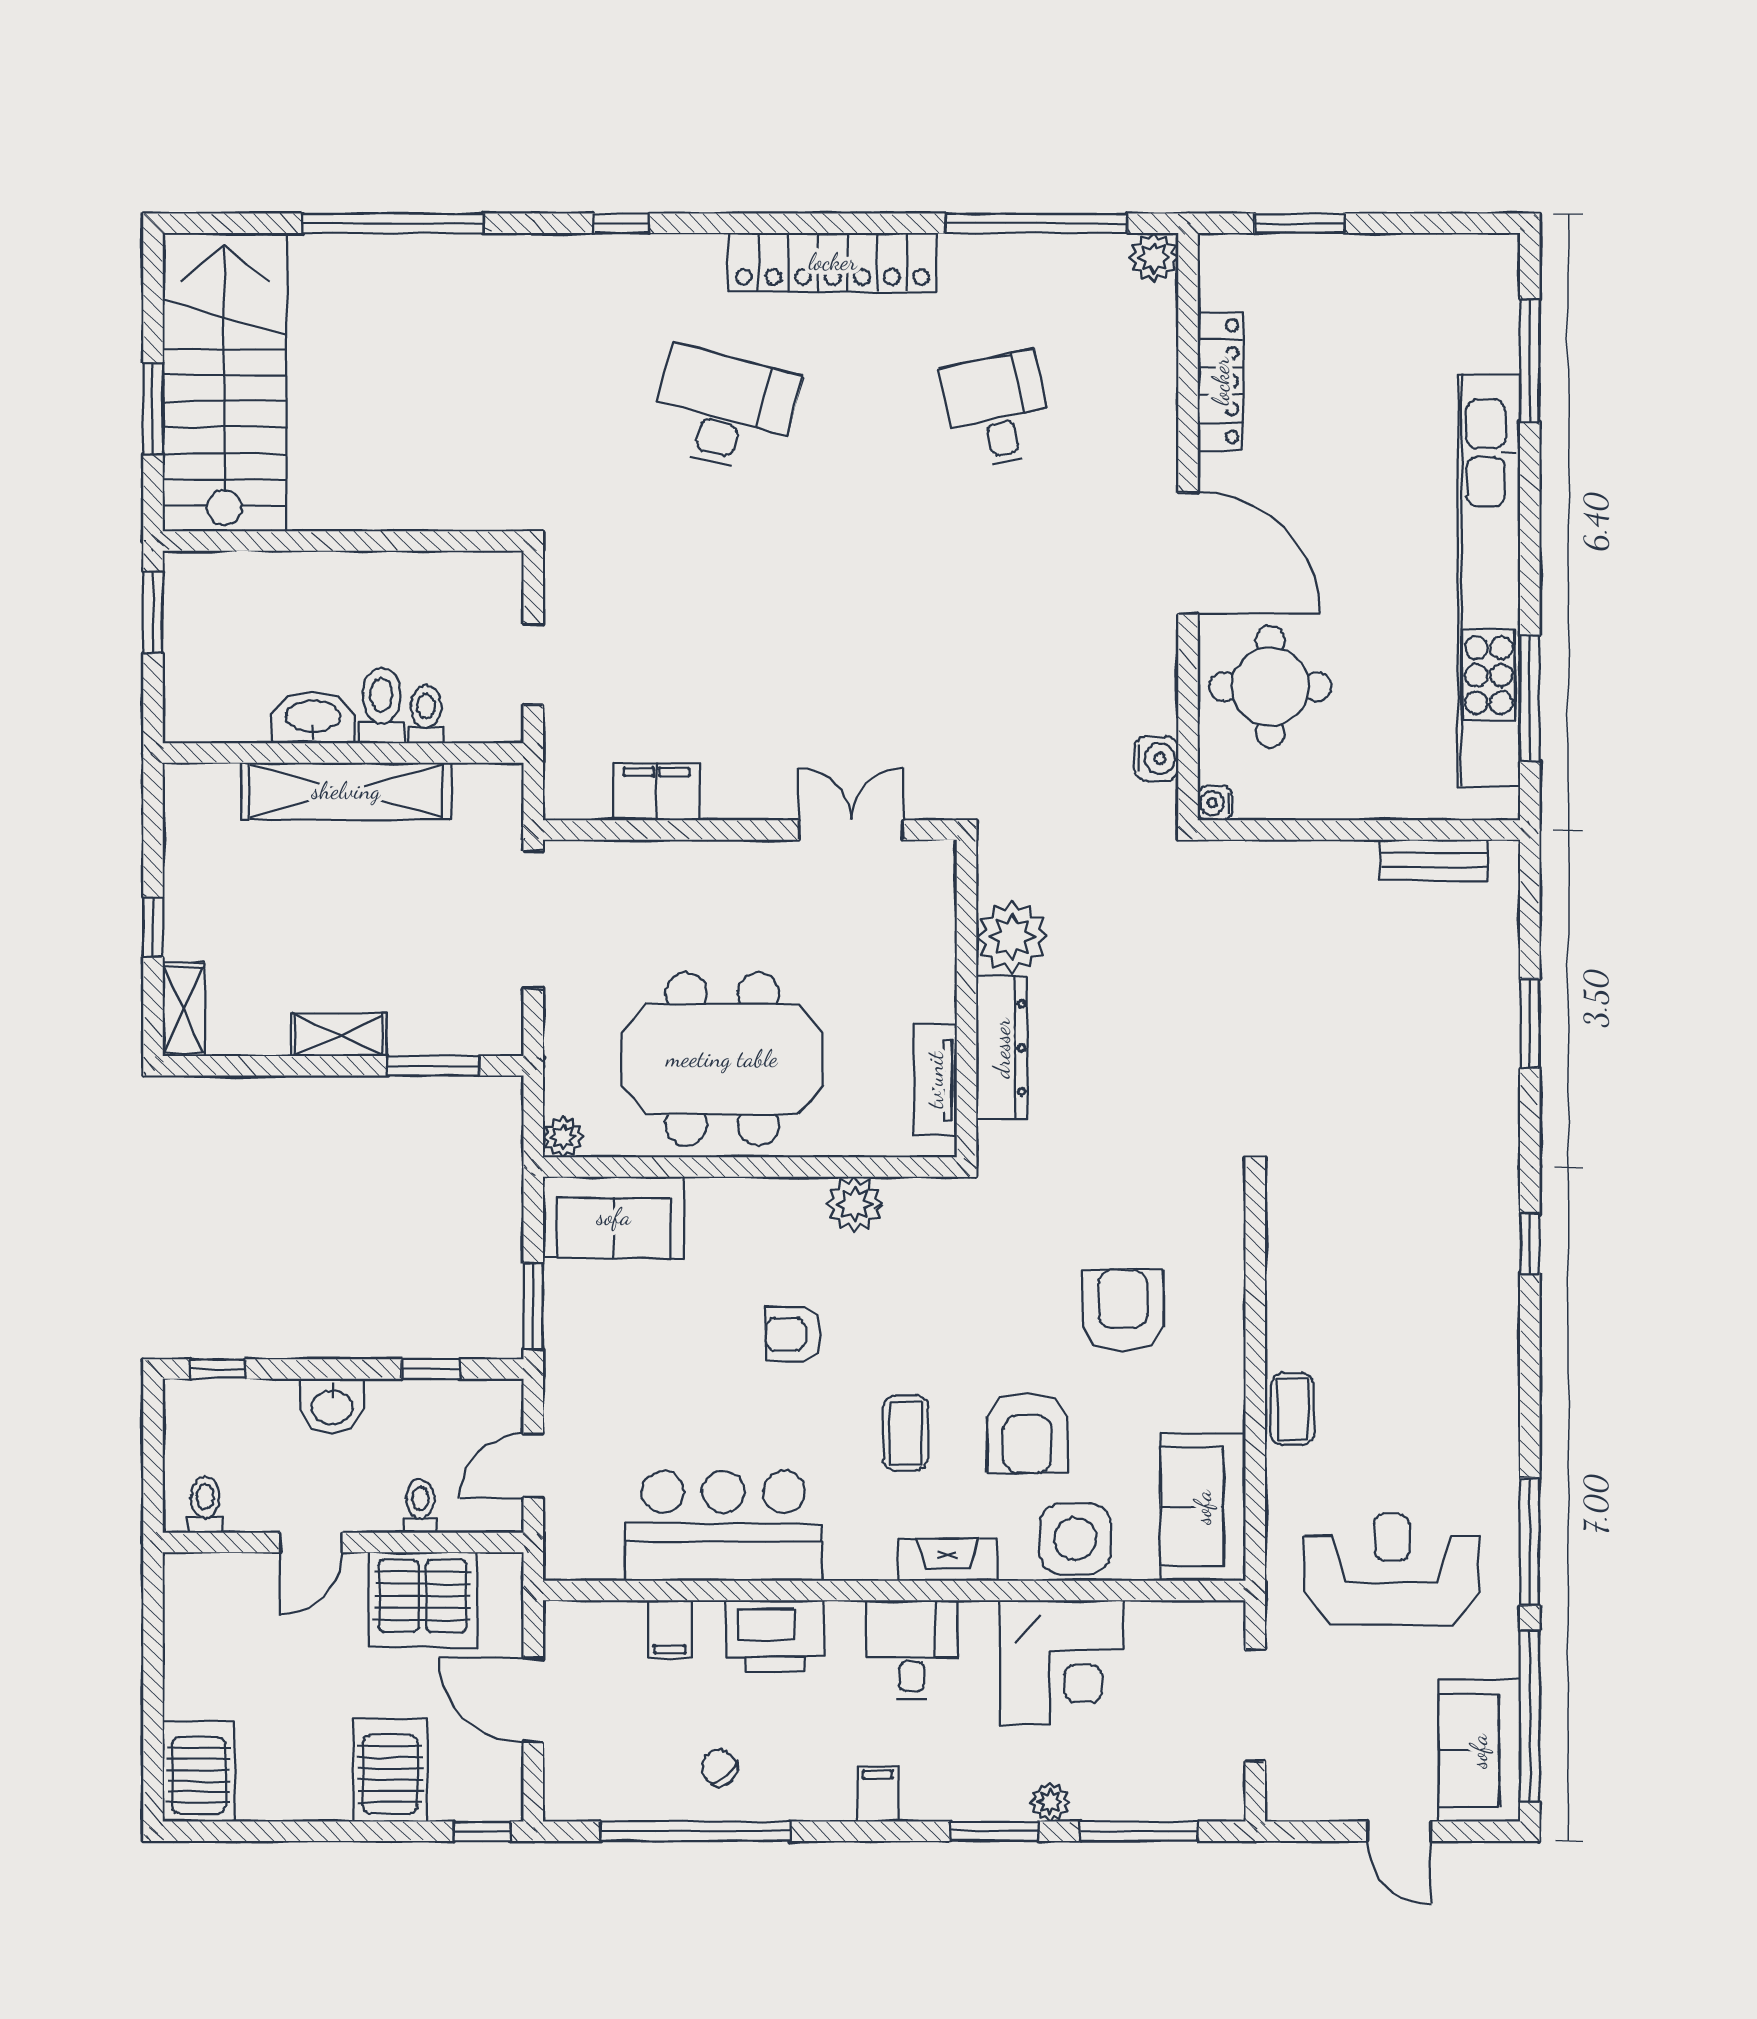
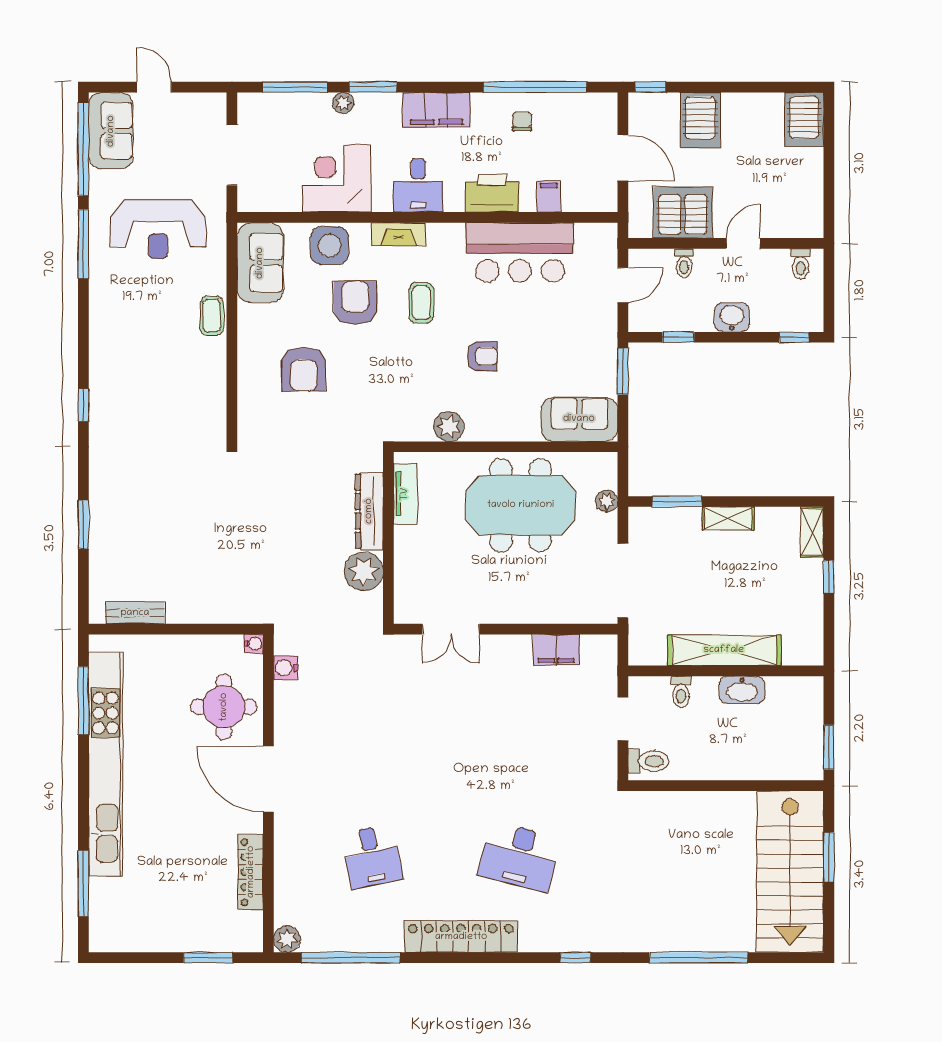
toilet: (382, 706) -> (648, 761), moved, turned -90
plant: (563, 1137) -> (607, 501), moved
chair: (719, 1768) -> (522, 121), turned -139
filing cabinet: (878, 1794) -> (436, 110), width x3.00, depth x1.17

